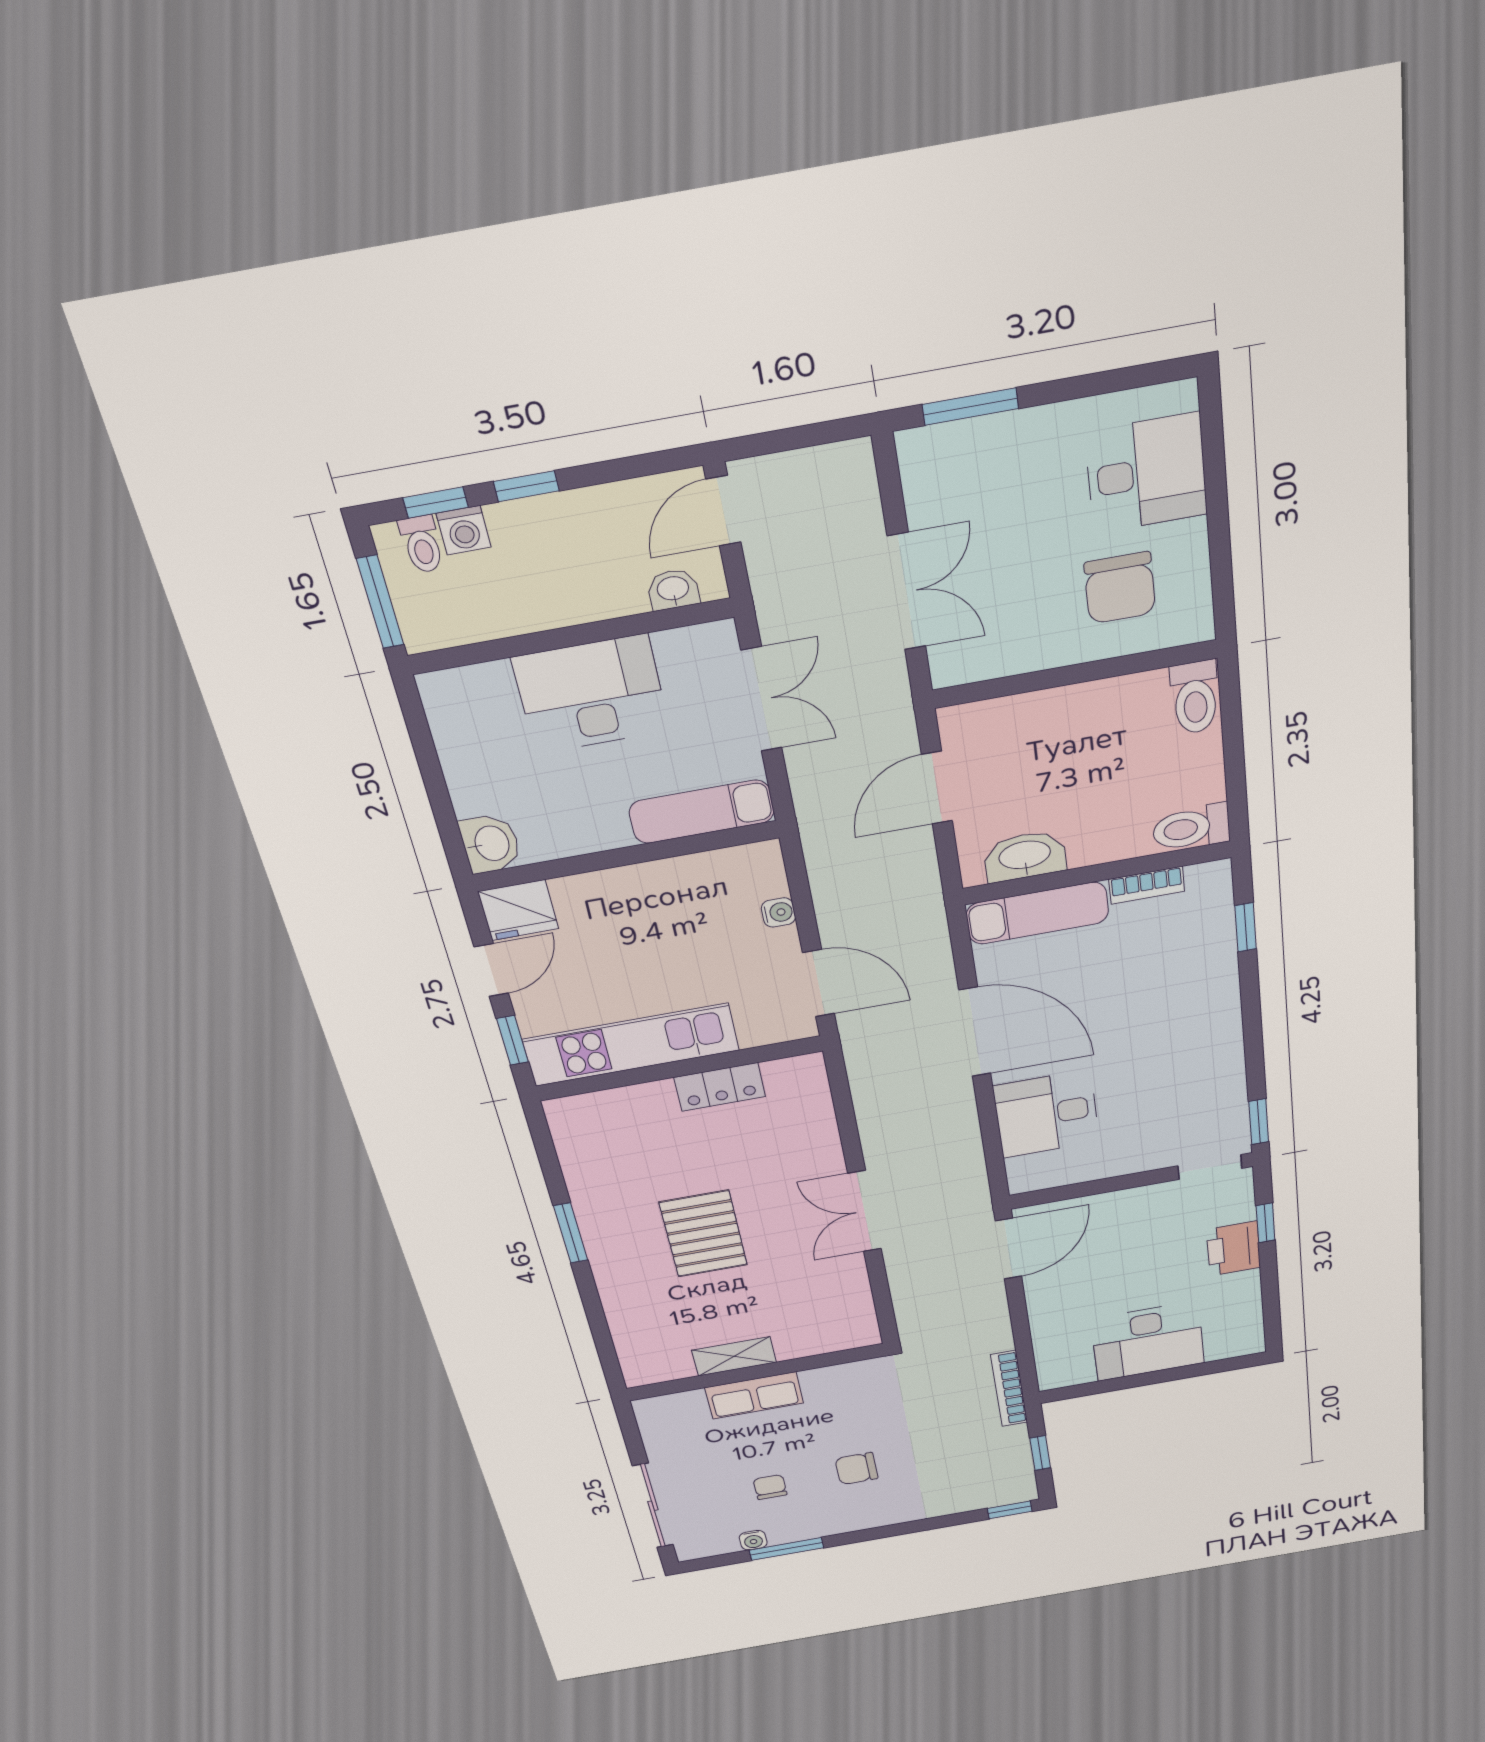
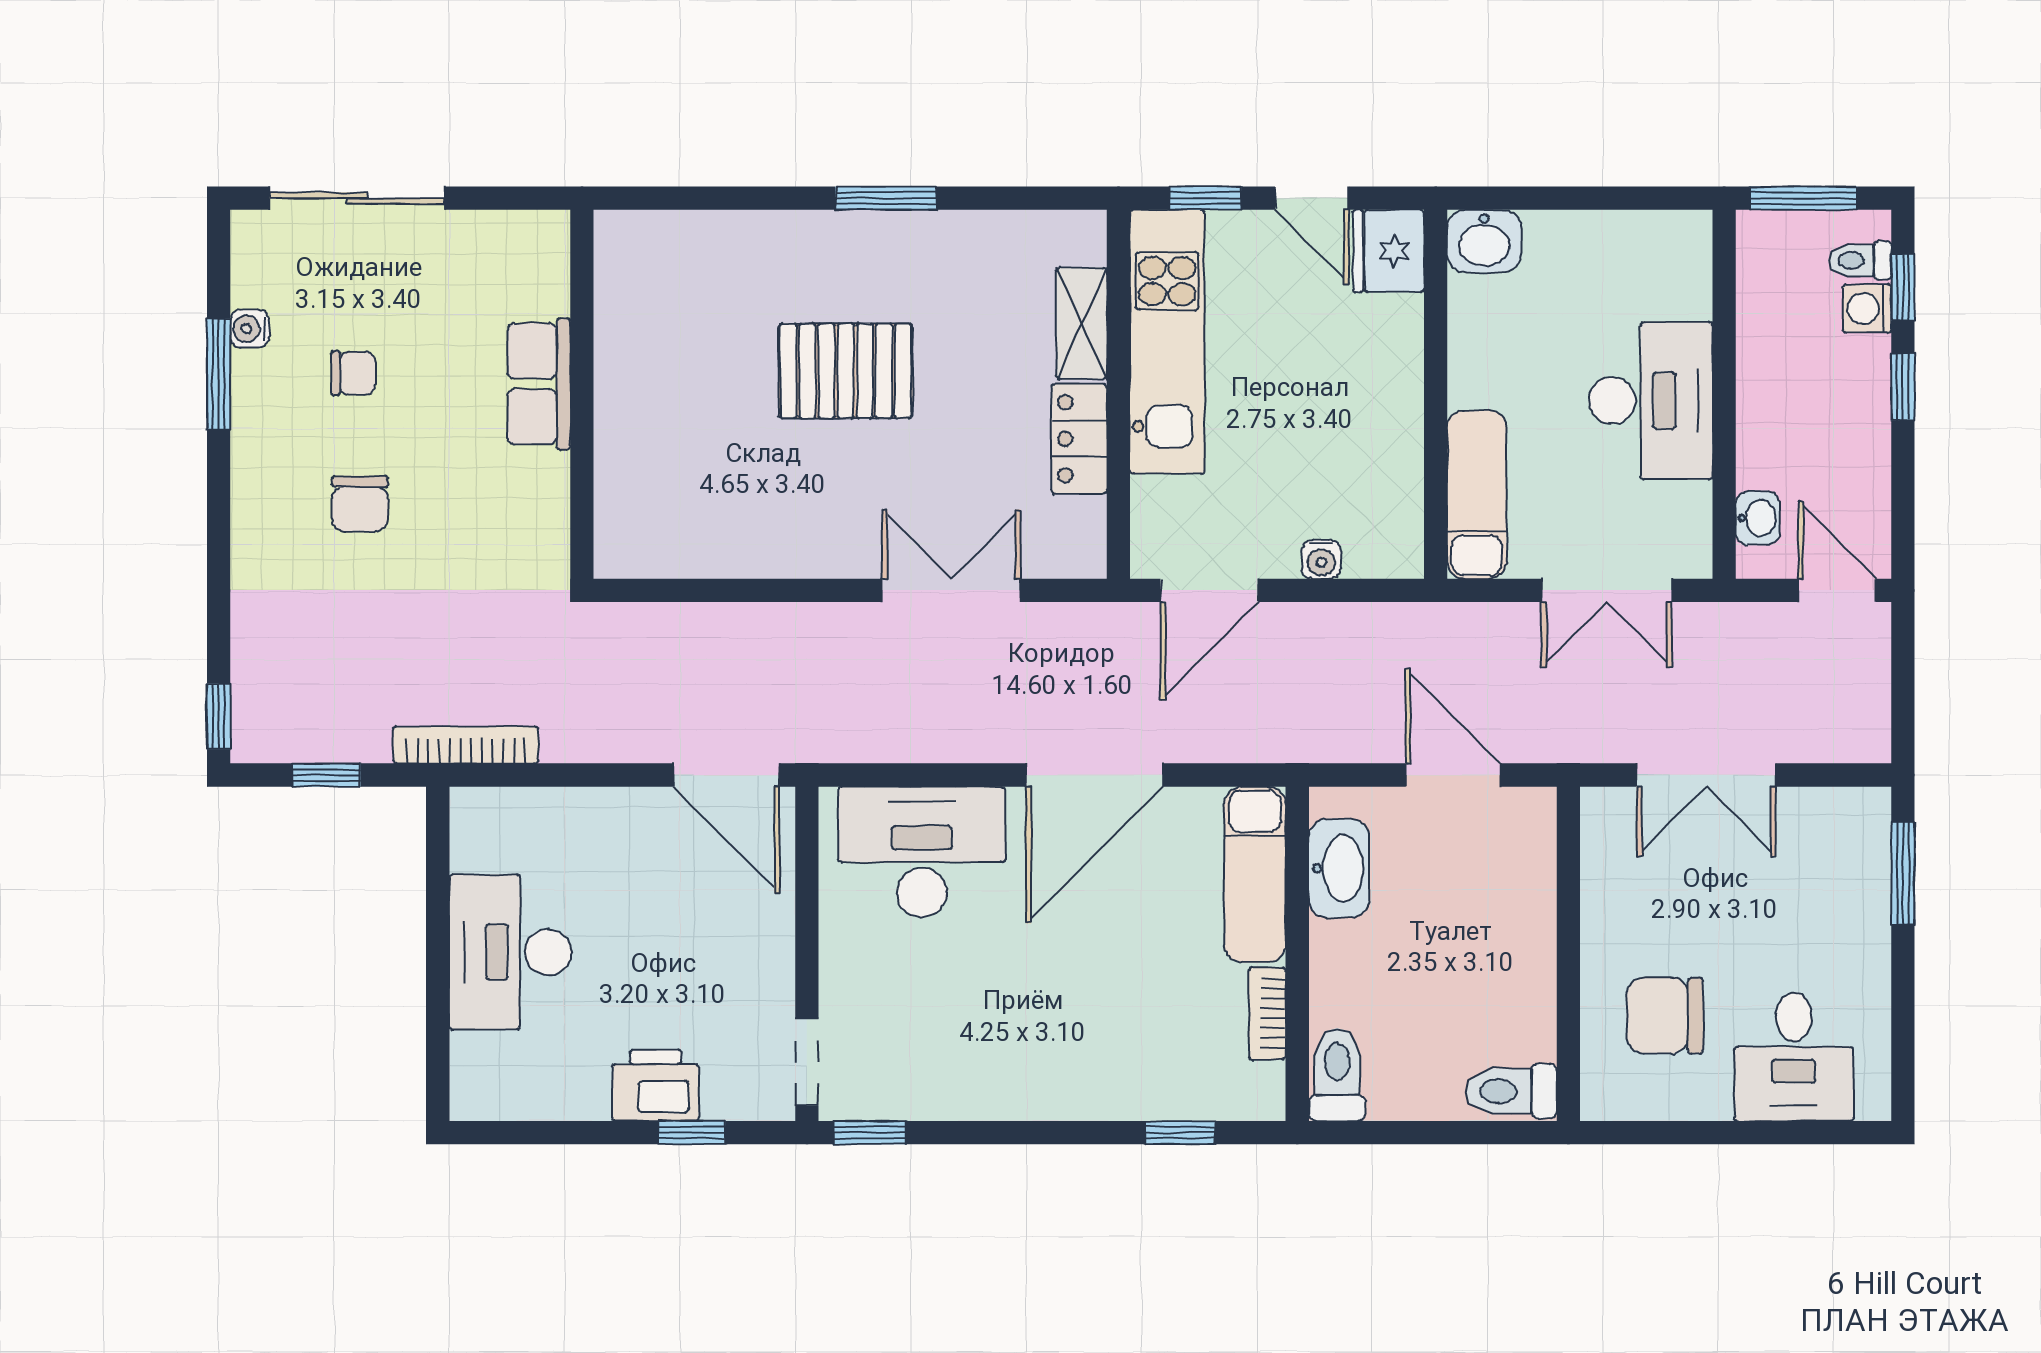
desk: (1046, 1114) -> (922, 852), width x1.37
double door: (865, 1211) -> (951, 590), moved
shelving: (734, 1356) -> (1082, 323), moved
chair: (857, 1469) -> (360, 504), turned 180

